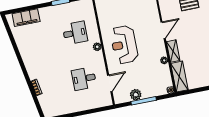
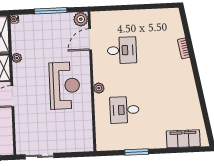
plant: (136, 95) -> (81, 19), moved

